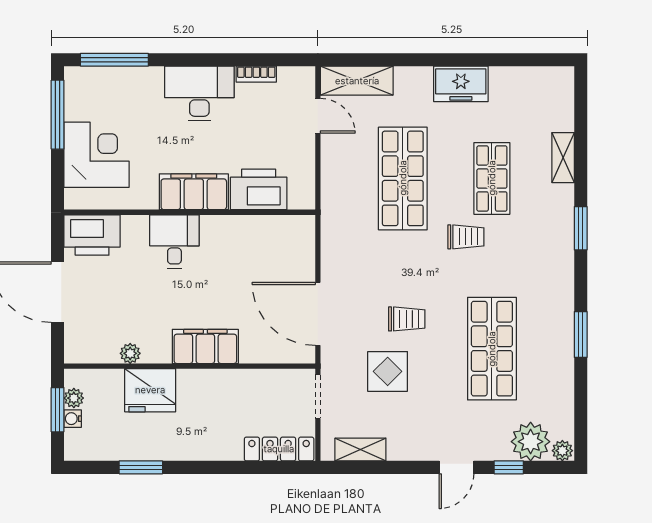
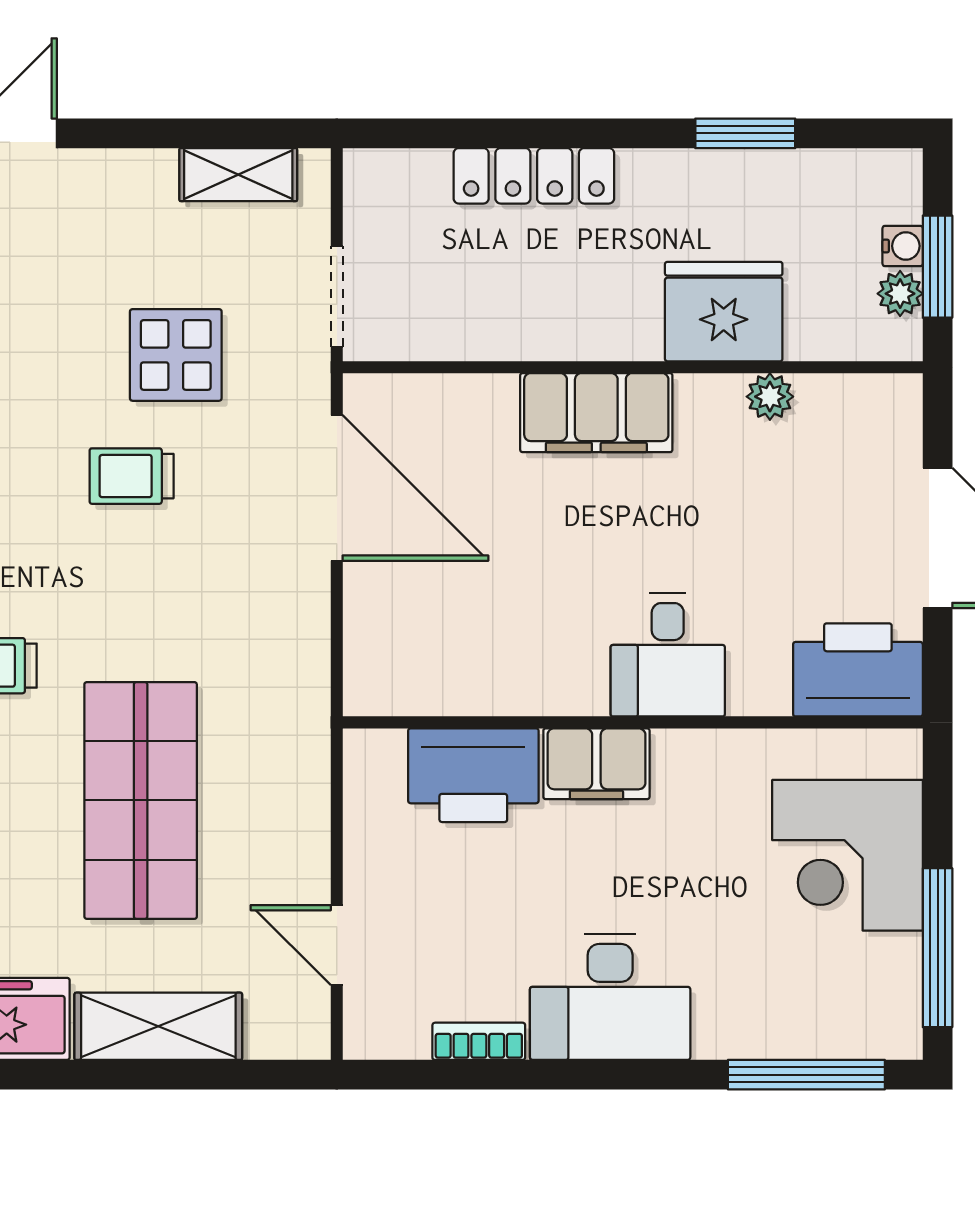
shelving: (357, 81) -> (158, 1026), moved
filing cabinet: (194, 192) -> (596, 764), width x0.67, depth x0.86
locker: (279, 449) -> (534, 176), moved

